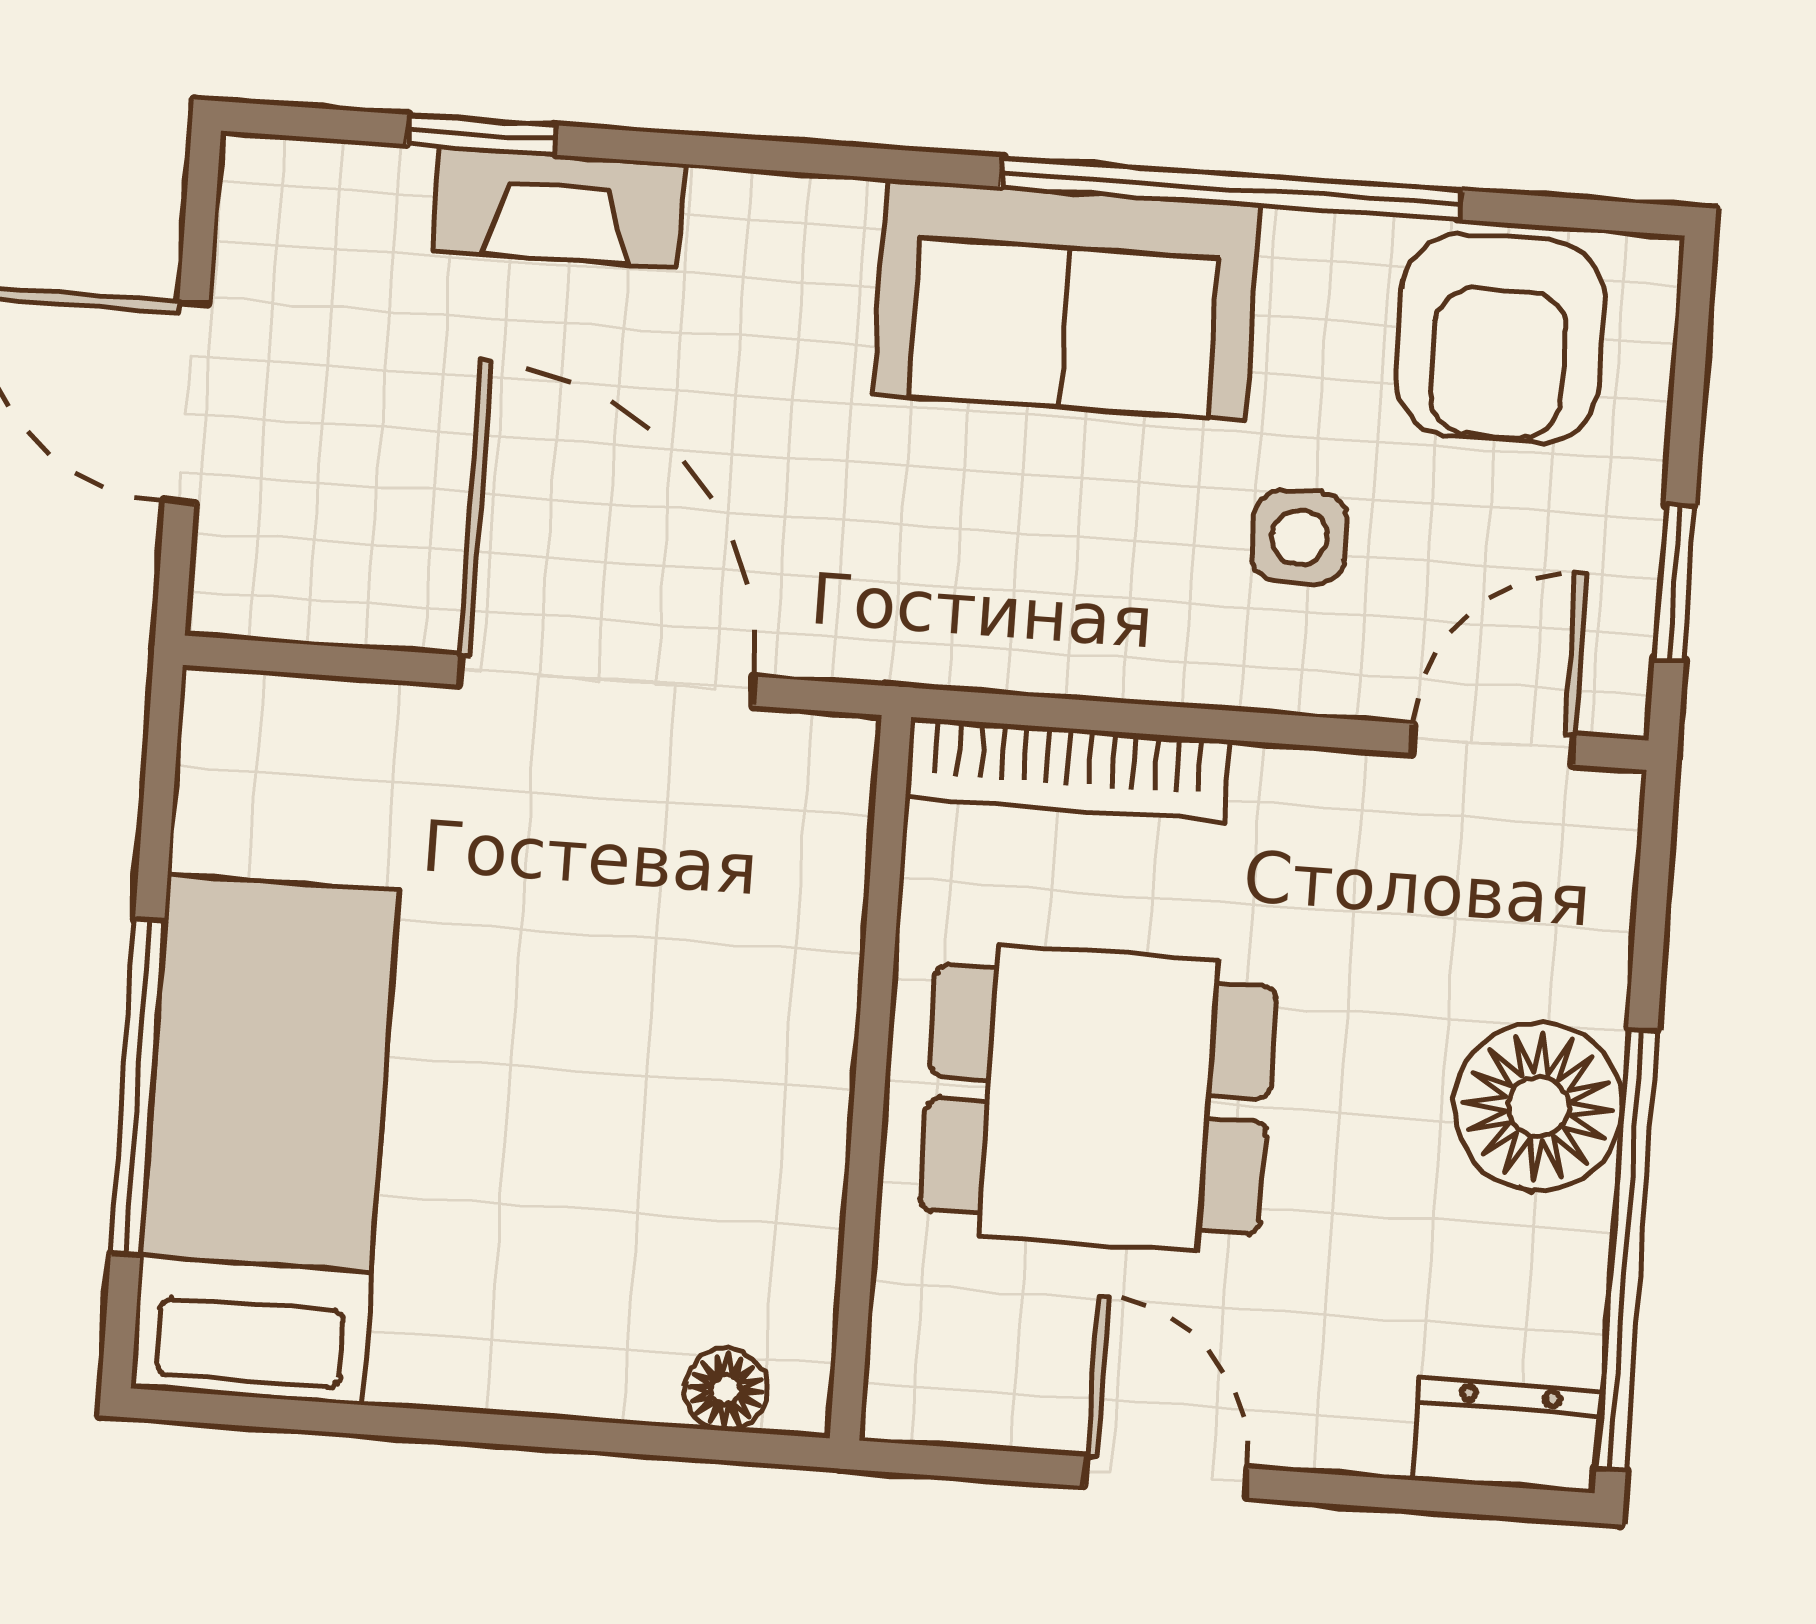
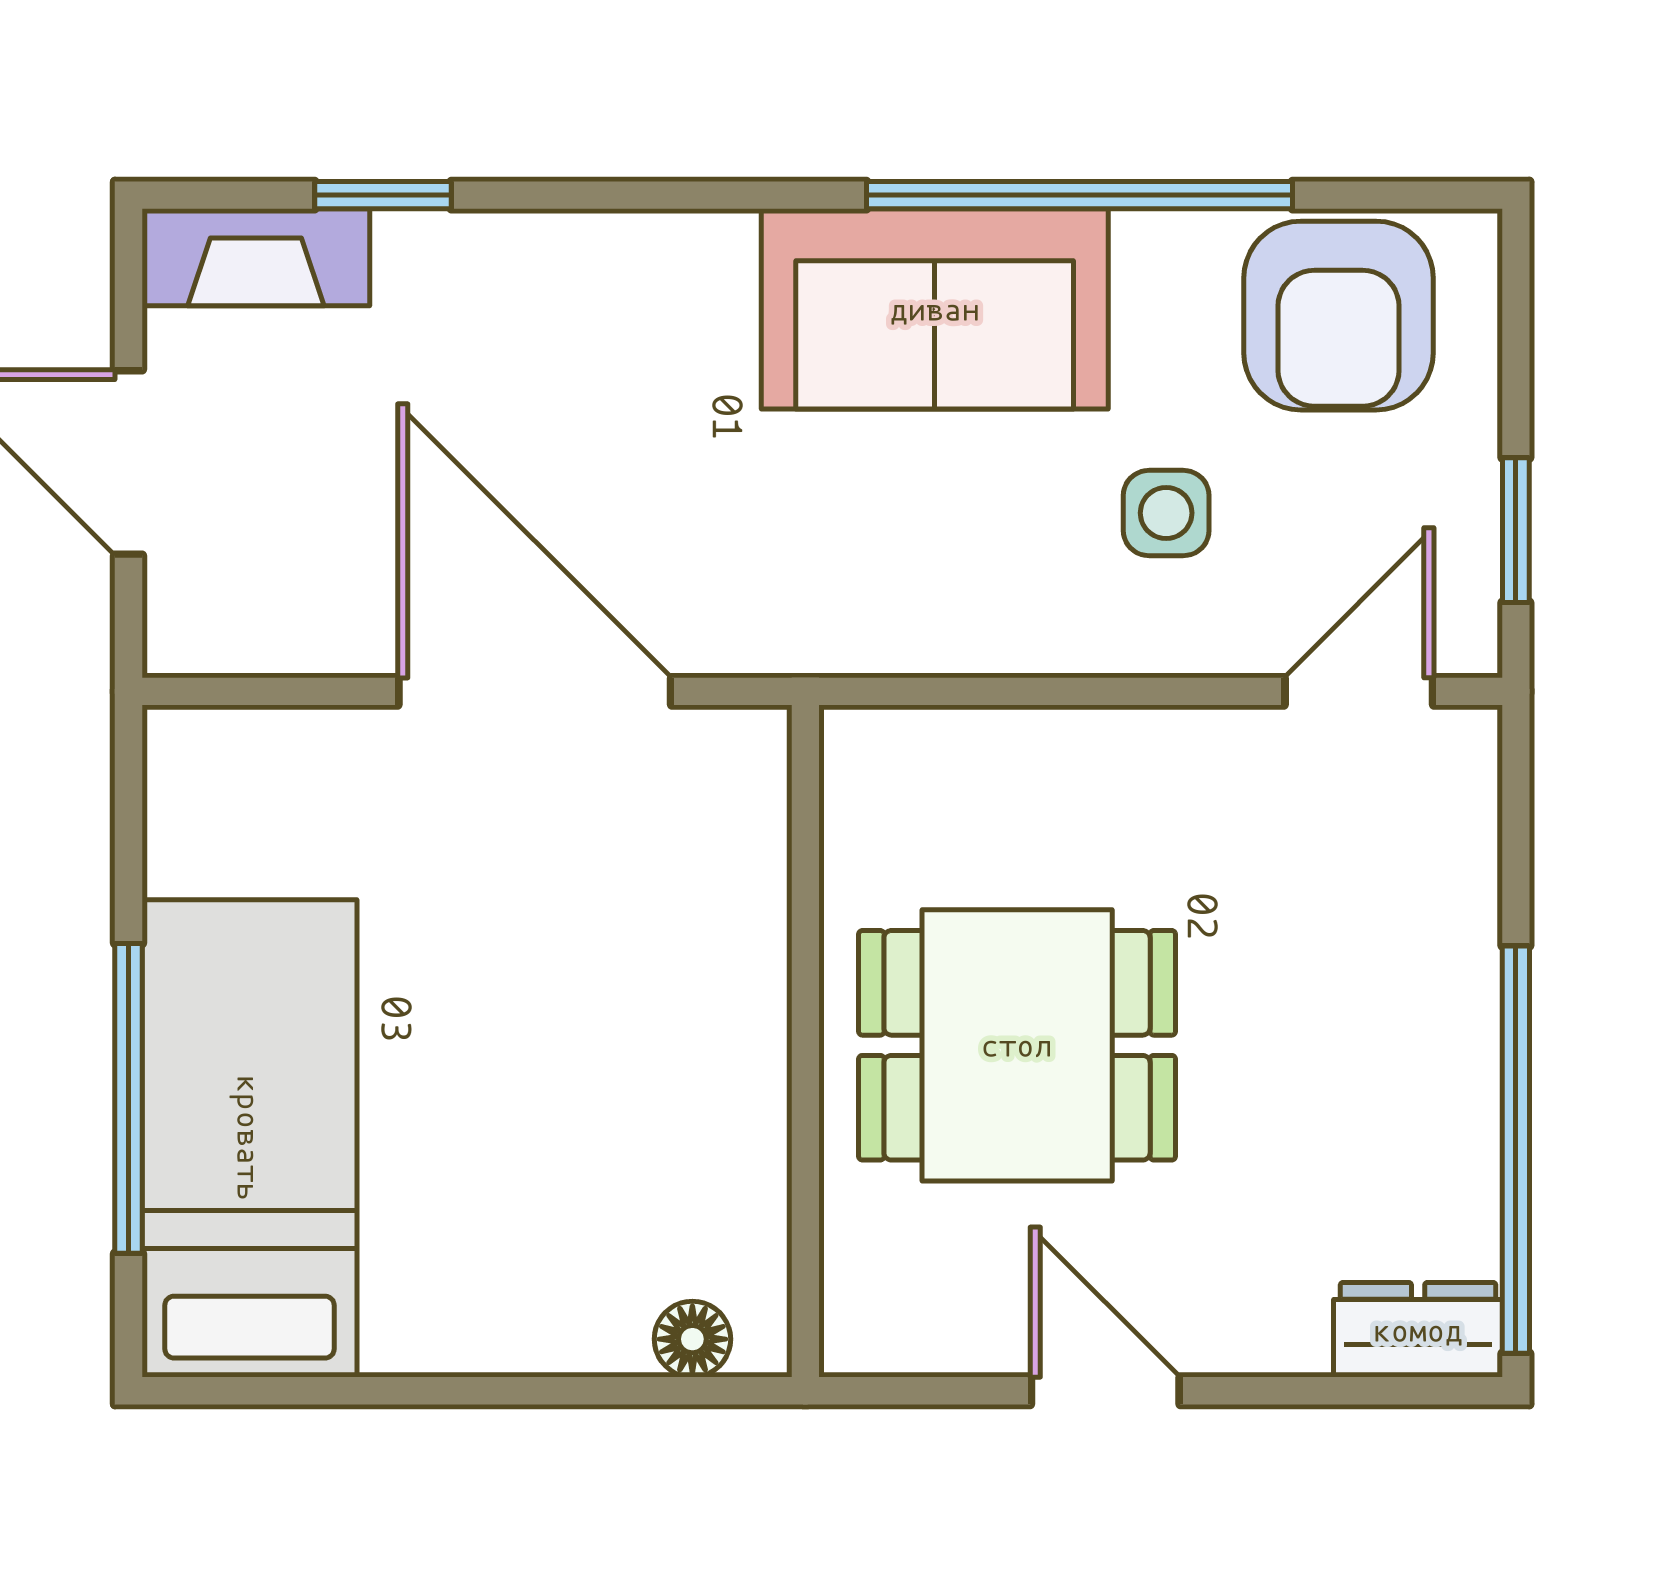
fireplace: (558, 207) -> (256, 257), moved
bookcase: (1068, 769) -> (967, 743), removed
floor lamp: (1538, 1106) -> (1424, 1023), removed

